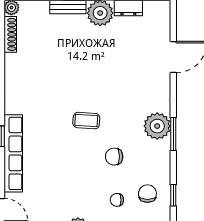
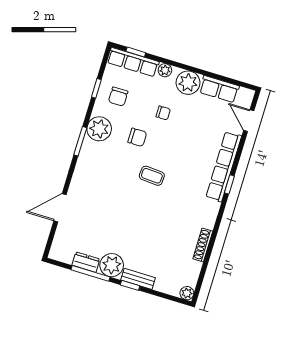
shoe rack: (10, 34) -> (203, 245), moved
plant: (157, 126) -> (99, 129), moved
chair: (117, 200) -> (163, 113), moved

